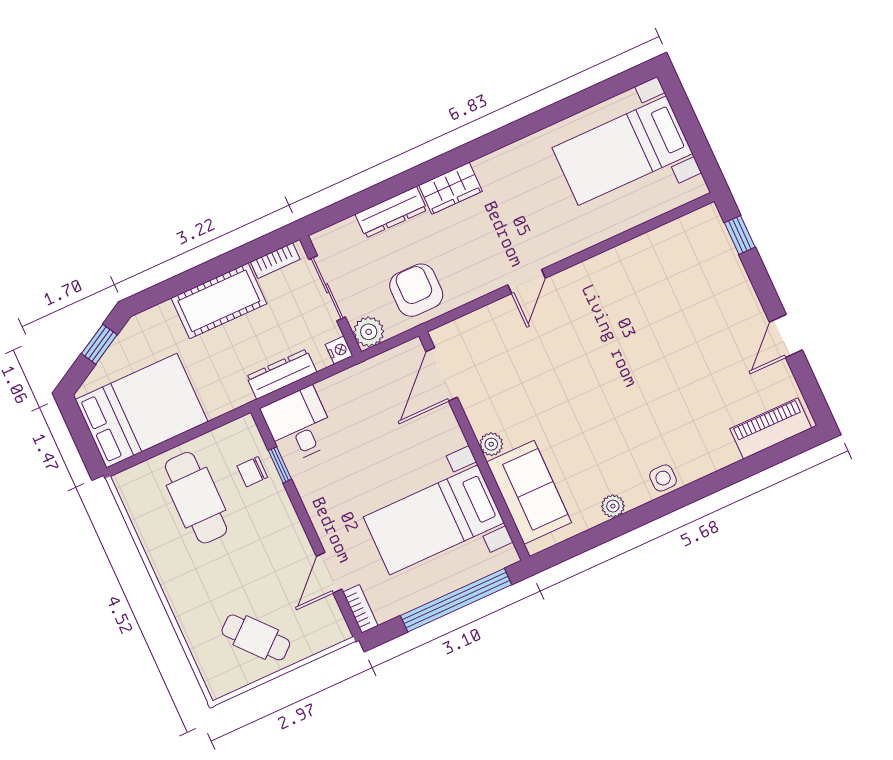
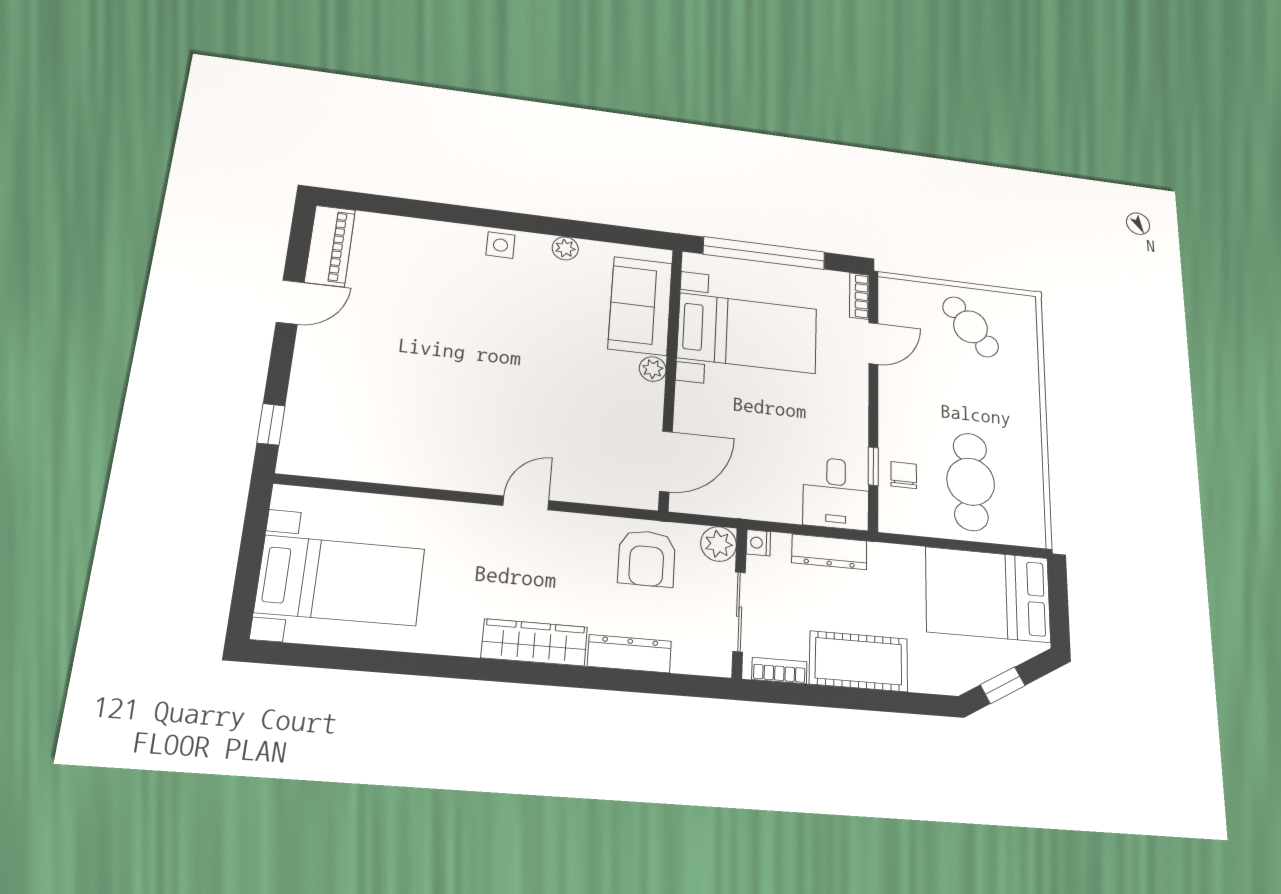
wardrobe: (450, 188) -> (534, 642), width x1.50
piano: (771, 428) -> (330, 246), moved, turned -90
chair: (252, 472) -> (904, 475), turned -90

